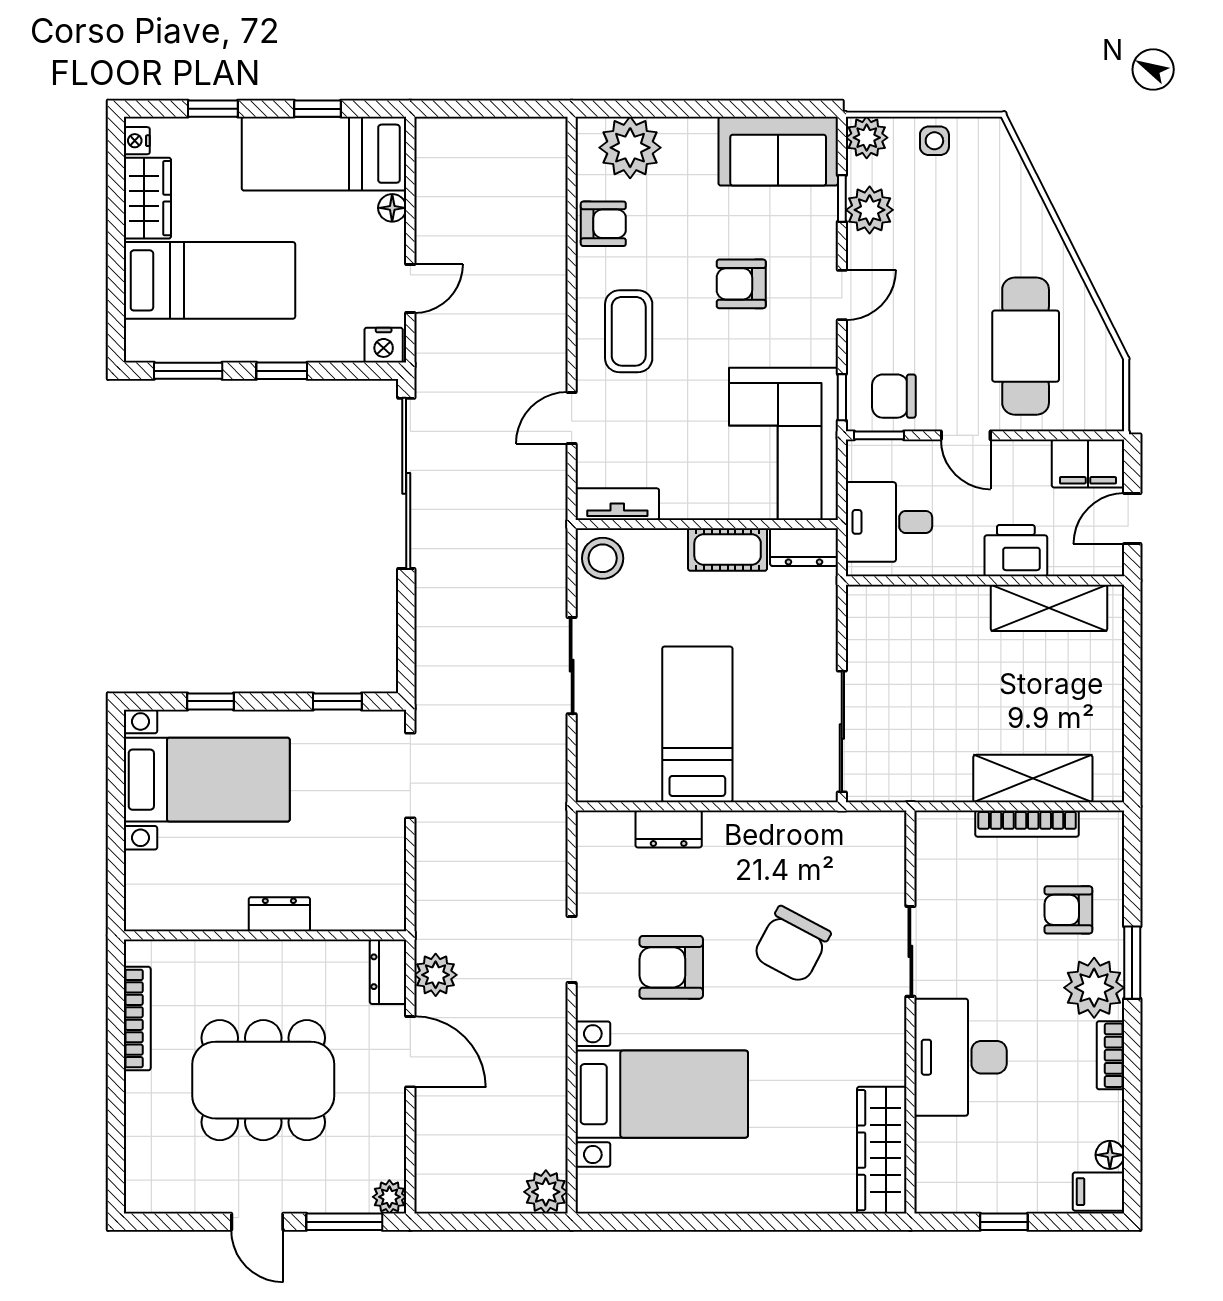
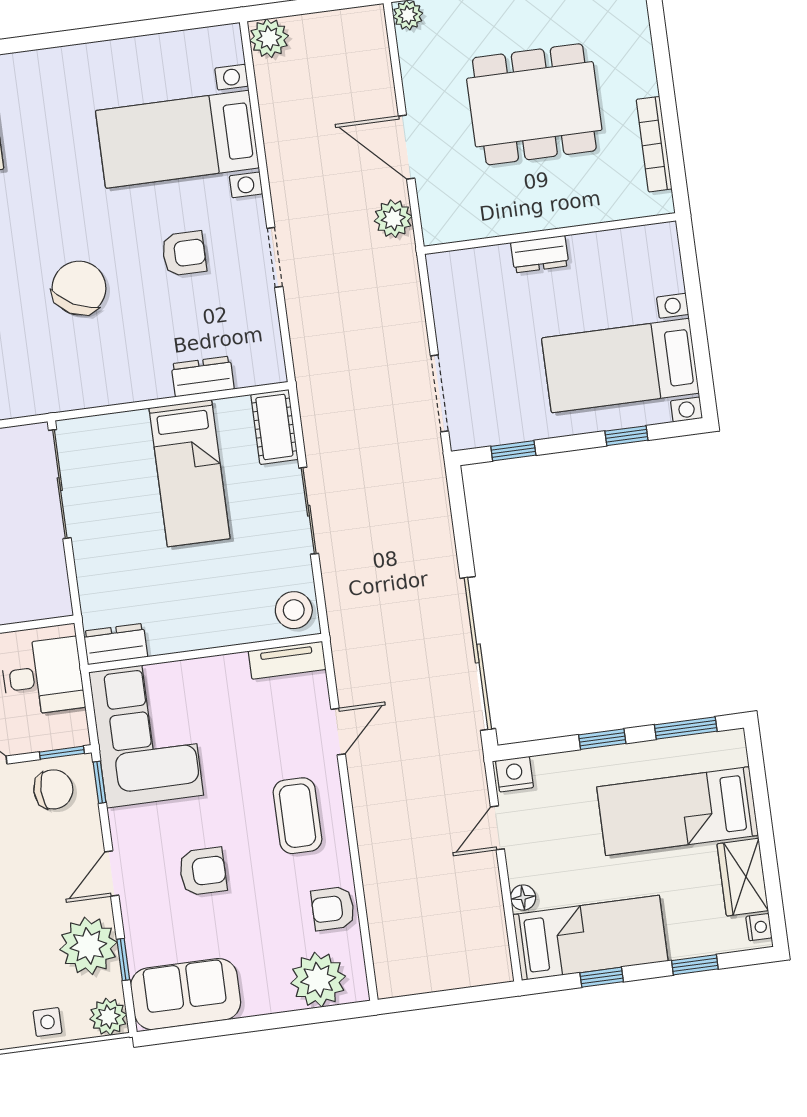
plant: (870, 210) -> (88, 946), width x1.36, depth x1.36
cot: (728, 549) -> (274, 427), moved, turned 90
armchair: (671, 967) -> (184, 253), width x0.72, depth x0.72
dresser: (388, 972) -> (436, 216), removed

